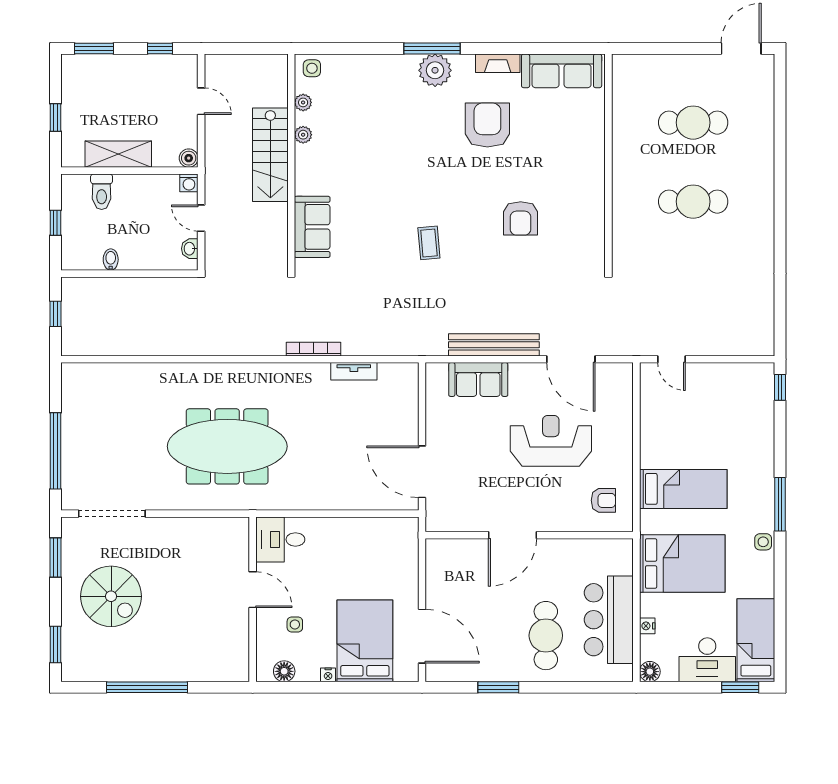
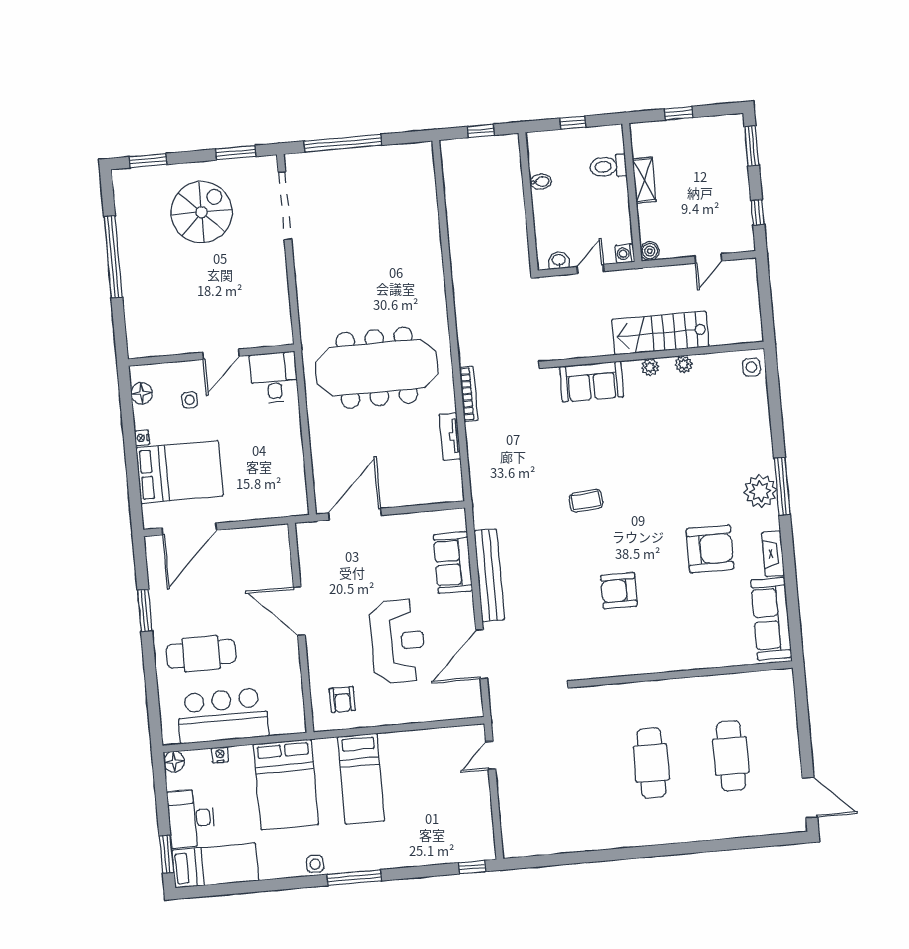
plant: (303, 102) -> (650, 367), moved
shelving: (118, 154) -> (644, 180), width x0.67, depth x0.75
meeting table: (227, 446) -> (377, 368), moved, turned 90
spiral stairs: (111, 596) -> (202, 212), turned 180

